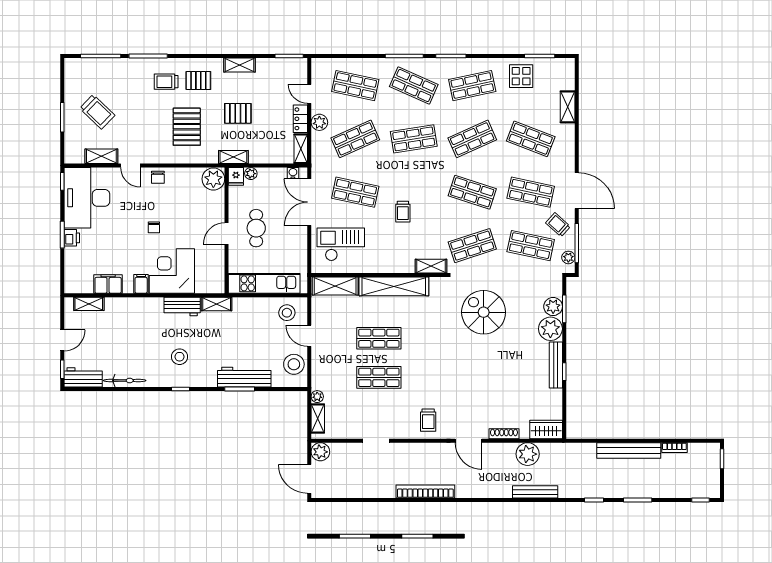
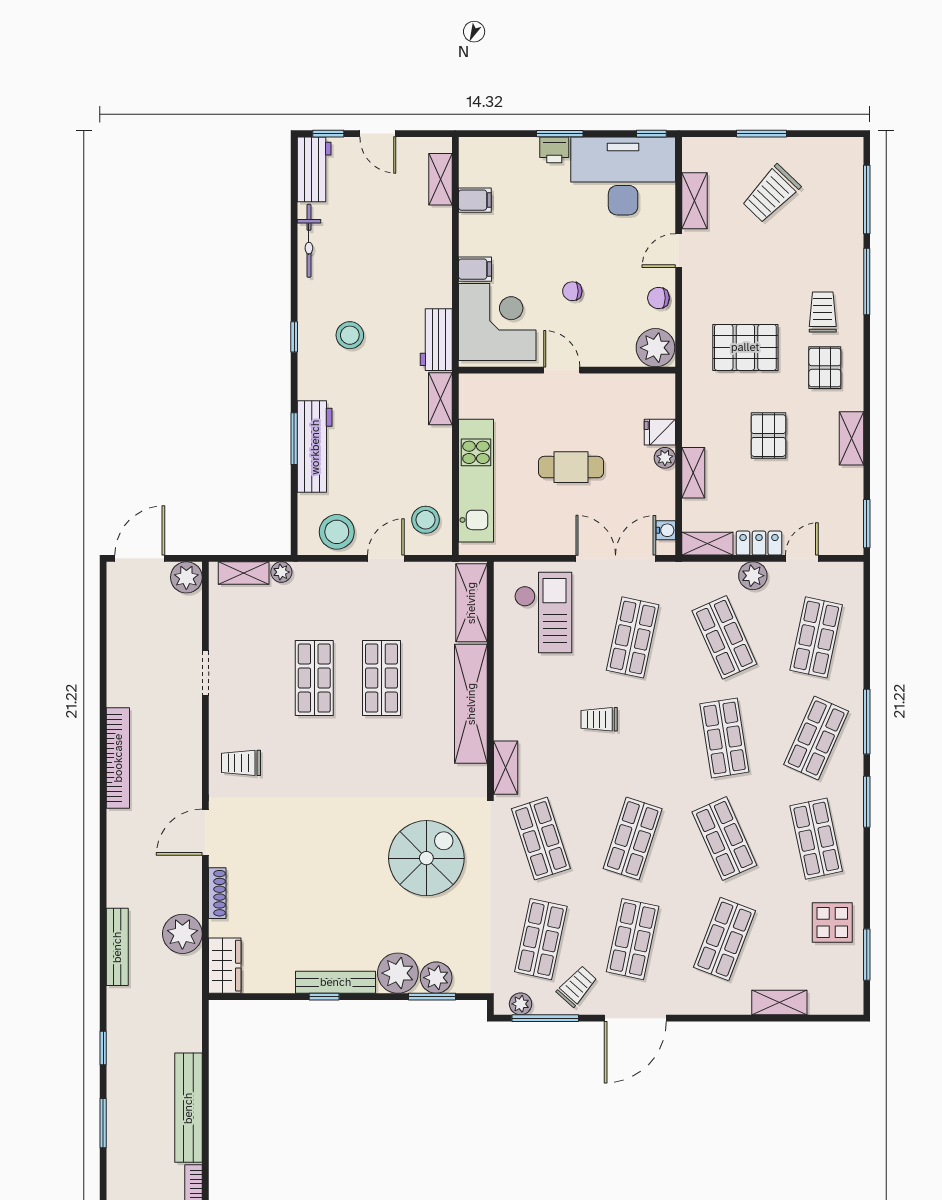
shelving: (233, 157) -> (693, 473), moved
plant: (213, 179) -> (655, 348), moved
wall: (226, 230) -> (567, 370), moved
door: (226, 233) -> (562, 370), moved
filing cabinet: (108, 284) -> (475, 200), width x0.50

